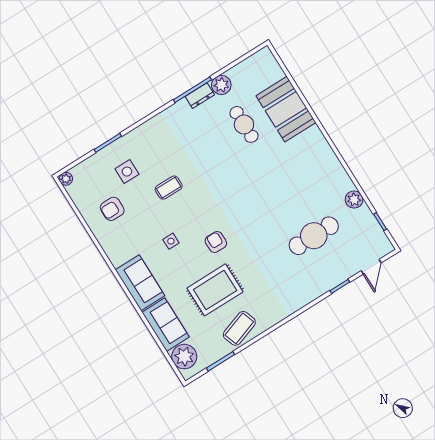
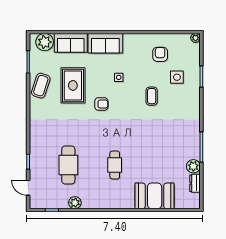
dresser: (200, 96) -> (195, 183), moved
cafe table: (244, 124) -> (115, 165), moved, turned 90
coffee table: (239, 328) -> (41, 86), turned 37

